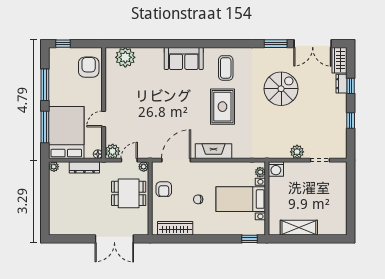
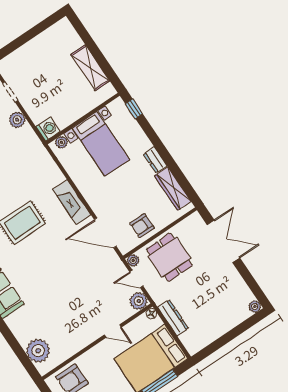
plant: (54, 167) -> (255, 307), moved
armchair: (164, 189) -> (142, 226), turned 180
chair: (198, 199) -> (129, 185), removed
dresser: (204, 229) -> (155, 160), added

